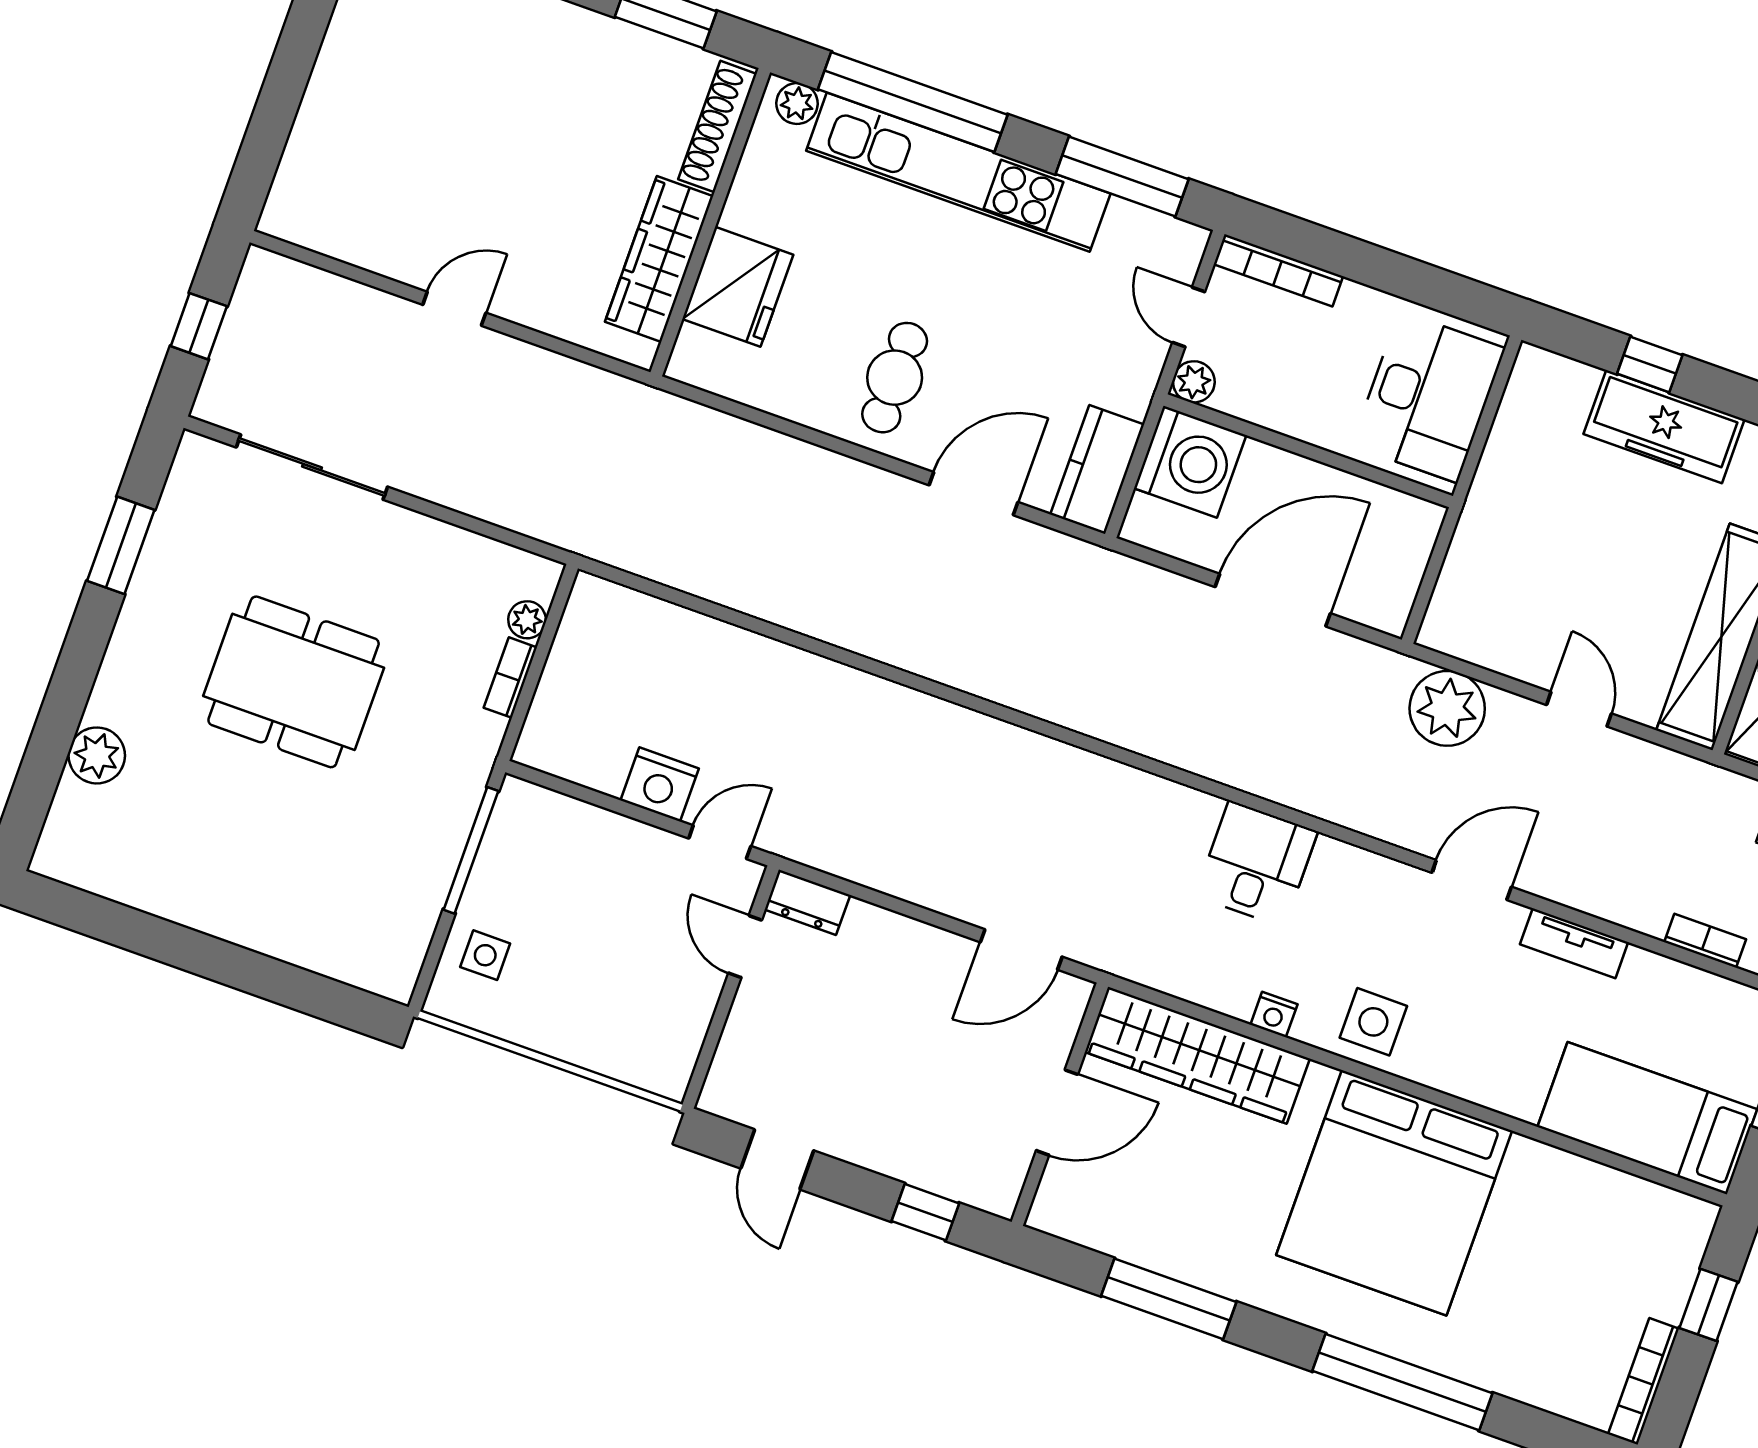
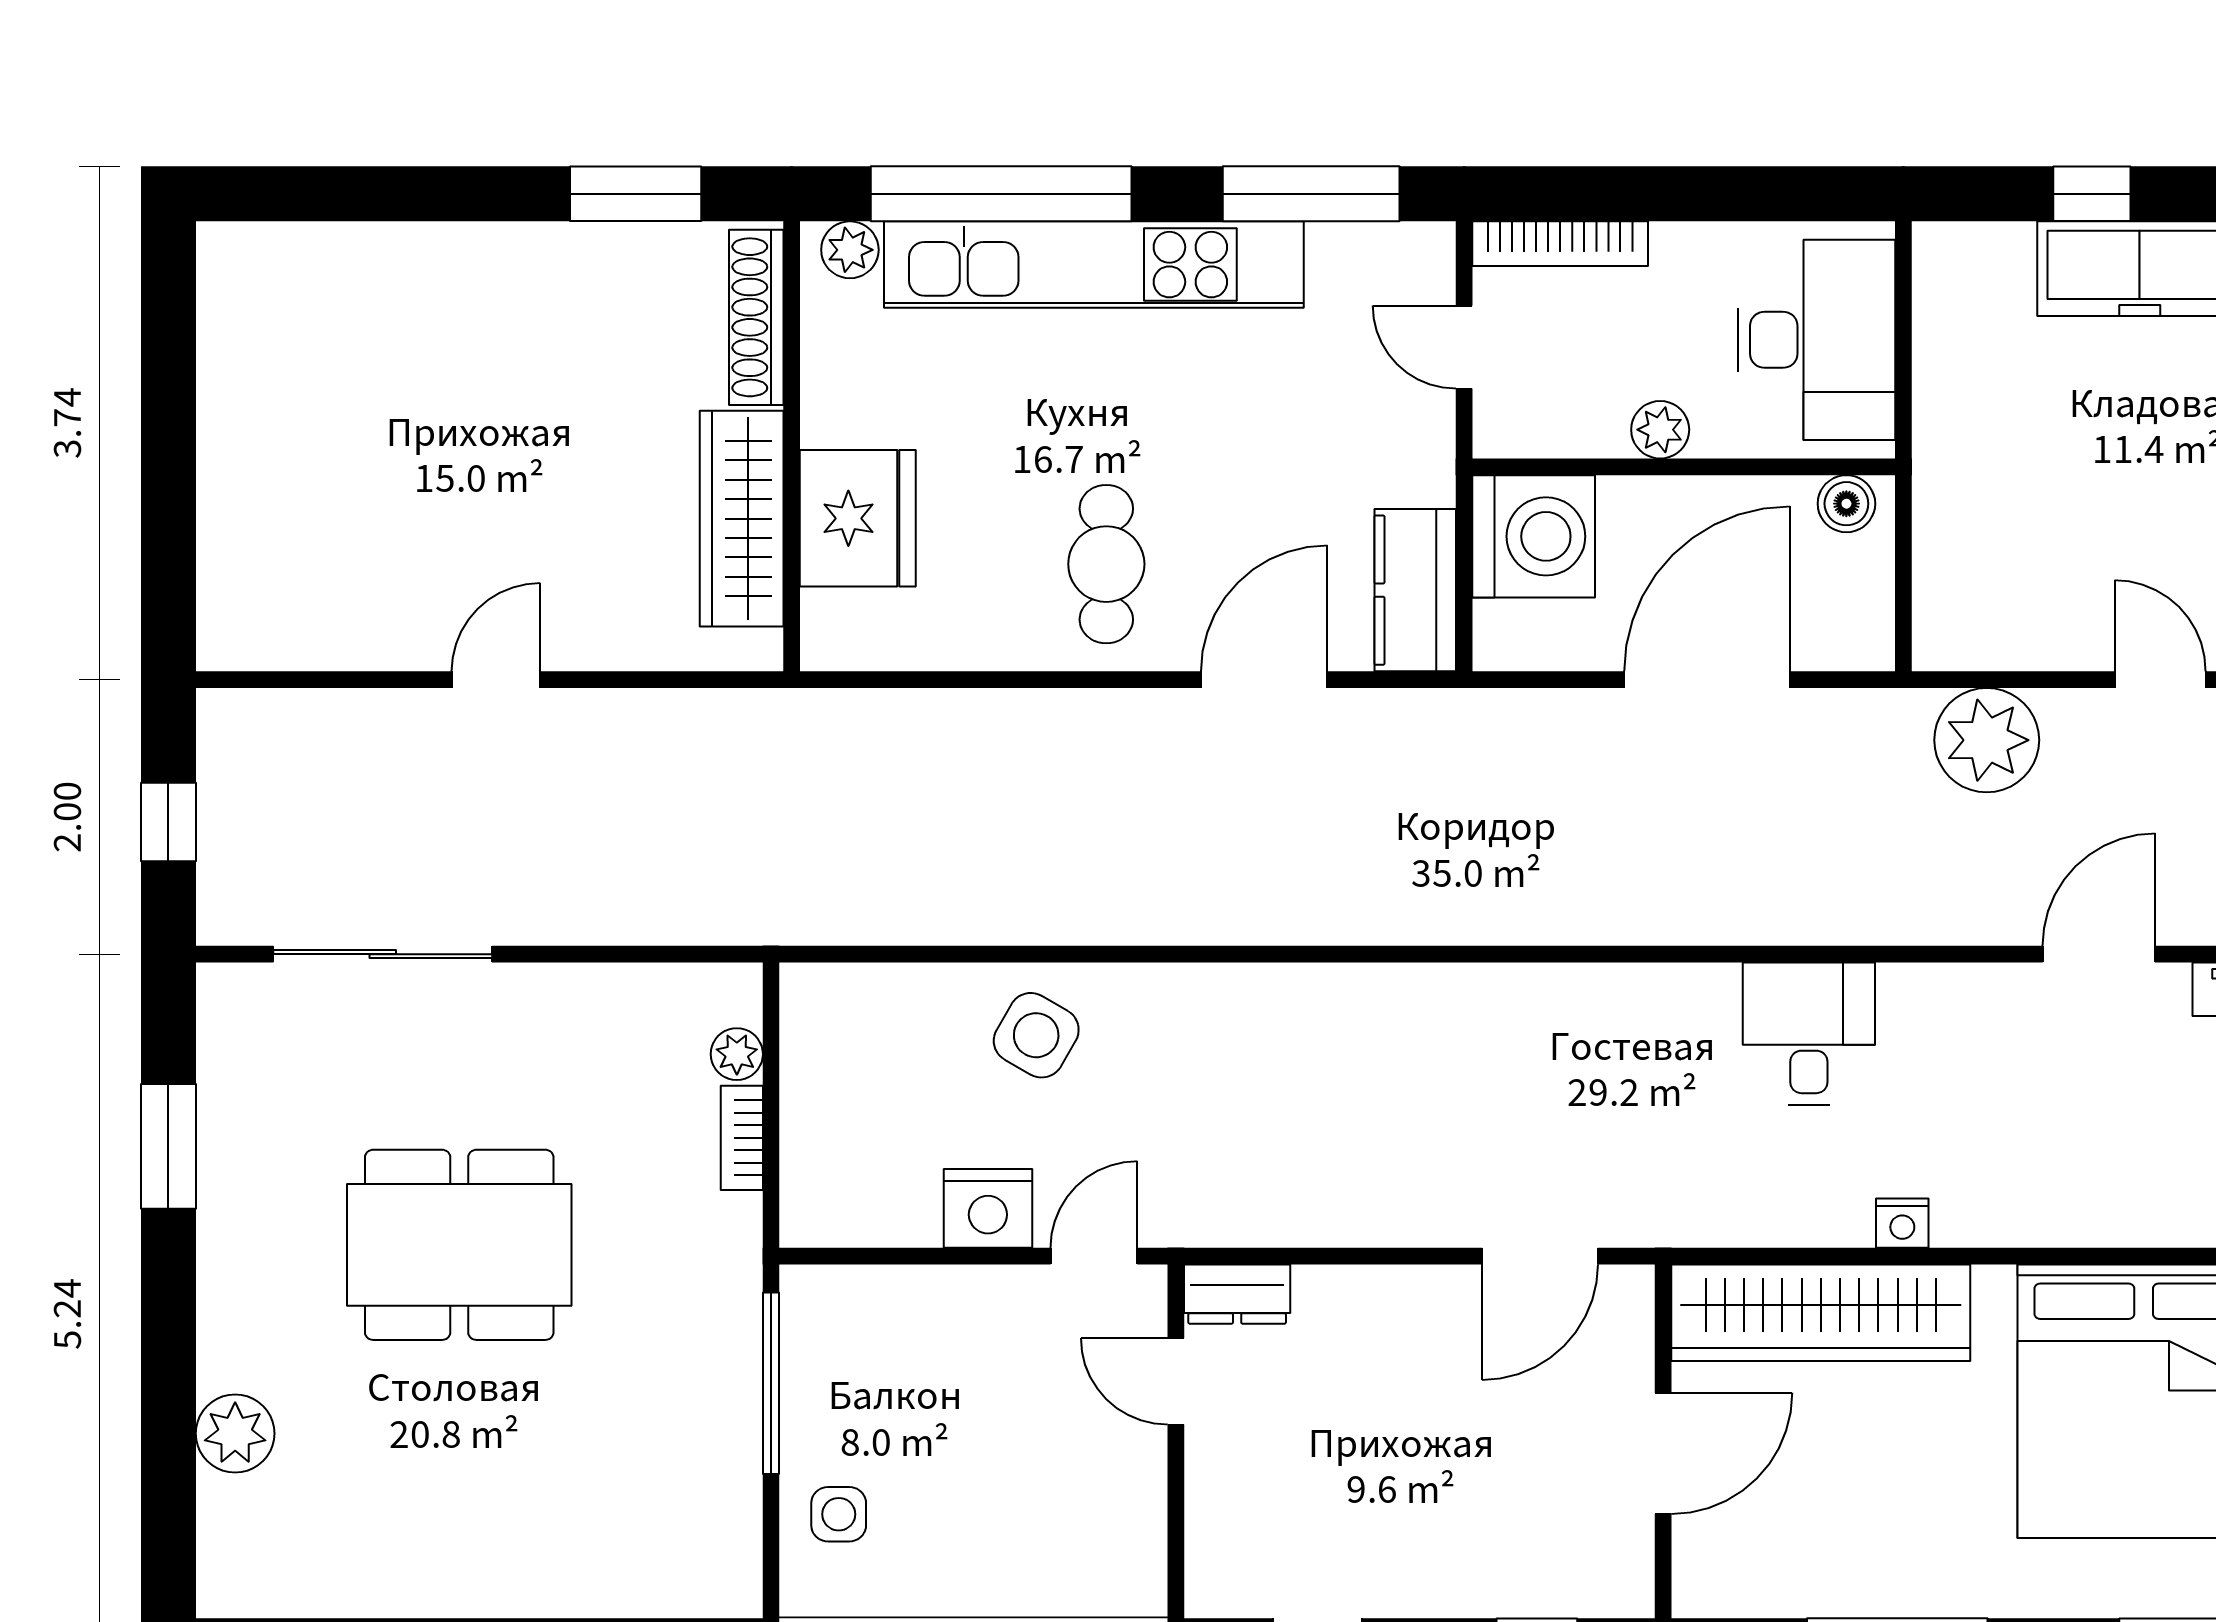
plant: (1194, 382) -> (1660, 430), moved
boiler: (1409, 515) -> (1846, 504), added
side table: (1373, 1022) -> (1036, 1035), moved, turned 30

